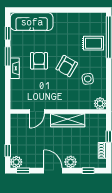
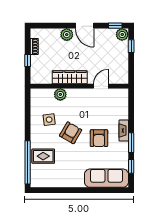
plant: (100, 103) -> (60, 94), moved
window: (88, 171) -> (48, 26), removed

